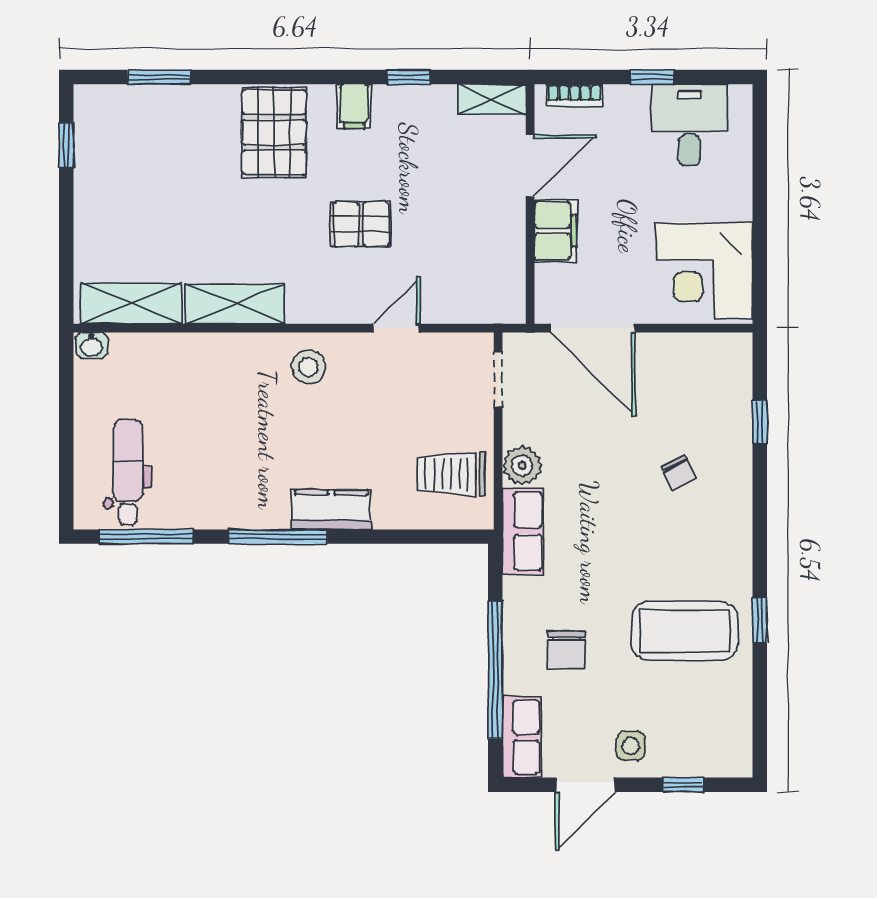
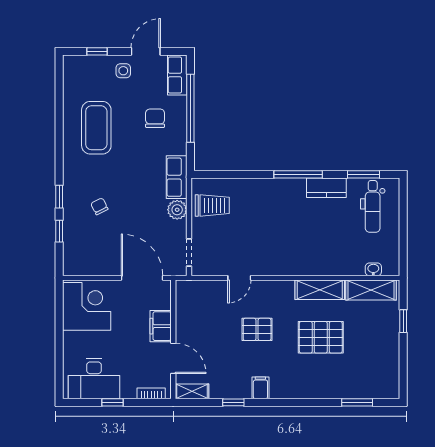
desk: (690, 125) -> (94, 379), width x1.37
pallet: (274, 132) -> (321, 337), moved, turned 90
window: (66, 145) -> (403, 321), moved
door: (530, 166) -> (173, 358), swing flipped
washbasin: (92, 345) -> (373, 269), moved
stool: (309, 367) -> (283, 259), removed
kitchen counter: (331, 510) -> (326, 188), moved
window: (146, 537) -> (364, 174), width x0.69
window: (760, 620) -> (59, 197), moved
coffee table: (685, 631) -> (96, 128), turned 90

